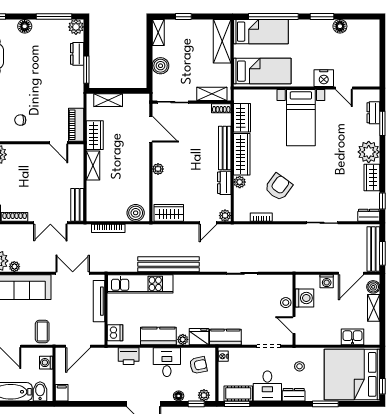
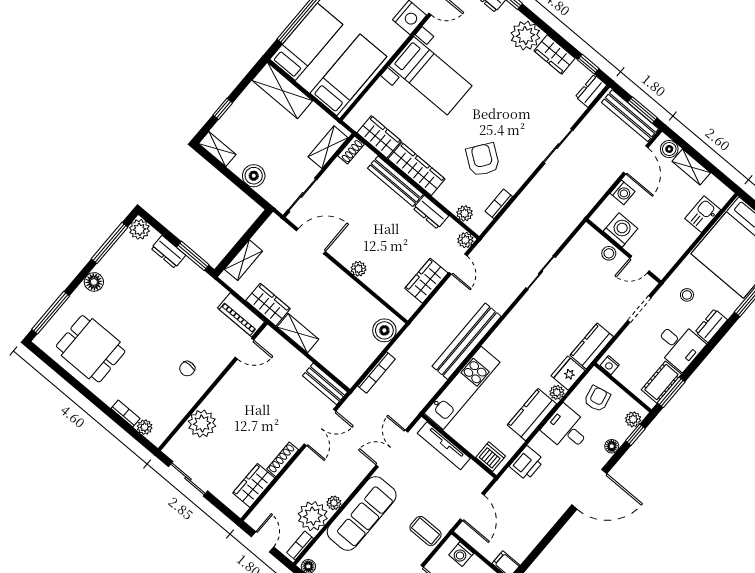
plant: (240, 182) -> (465, 213), moved
wardrobe: (169, 213) -> (426, 281), moved

